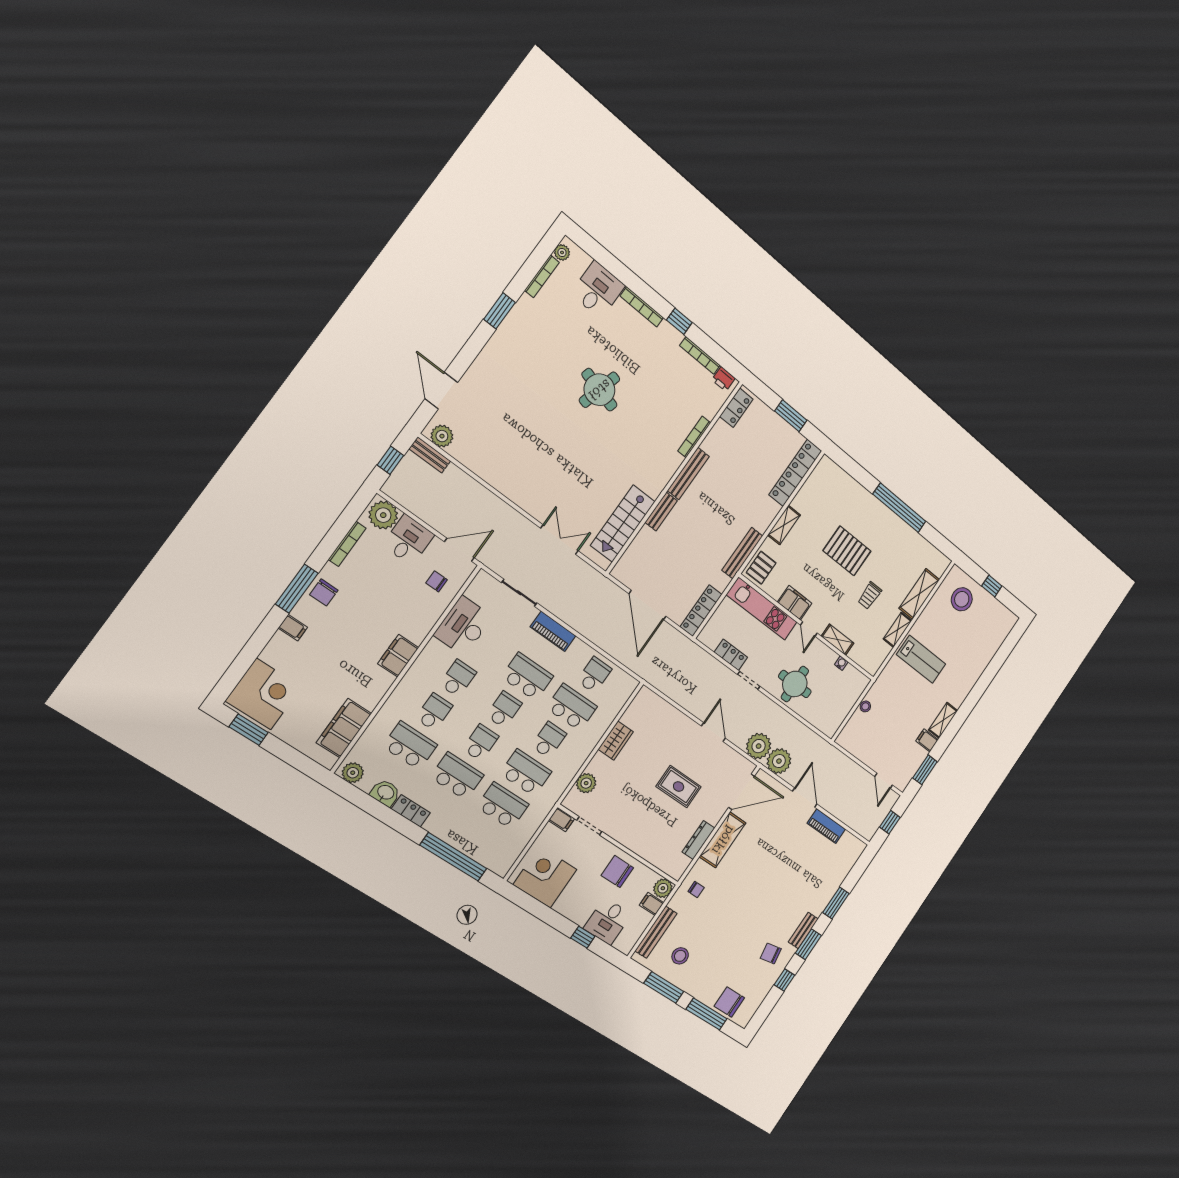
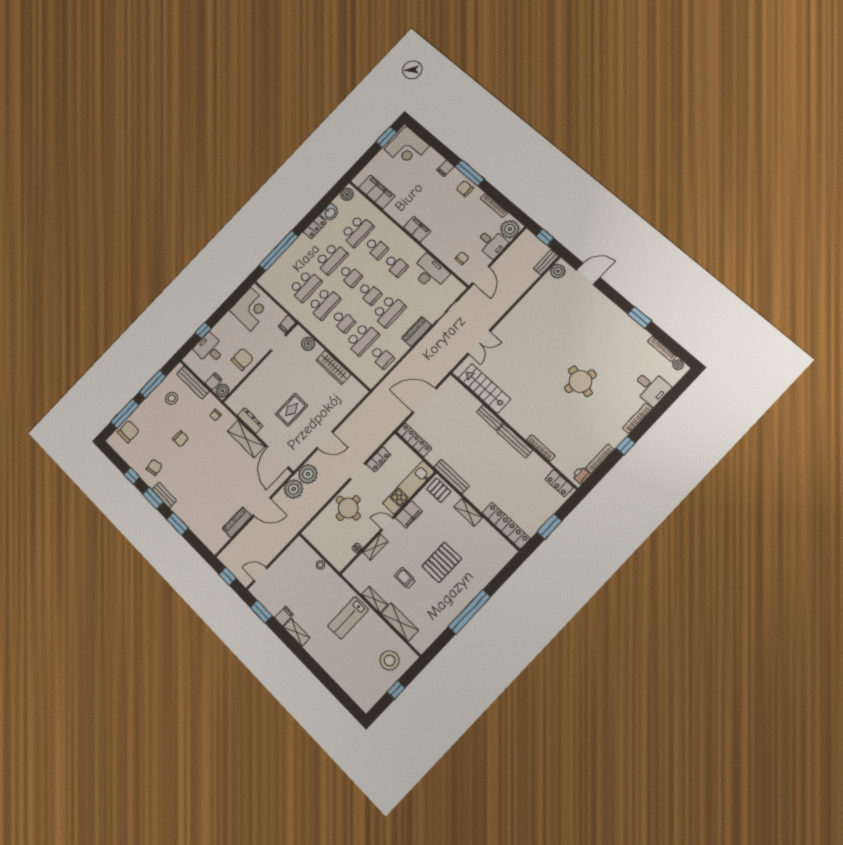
wardrobe: (616, 741) -> (333, 367), width x1.50
chair: (731, 929) -> (181, 439), added

